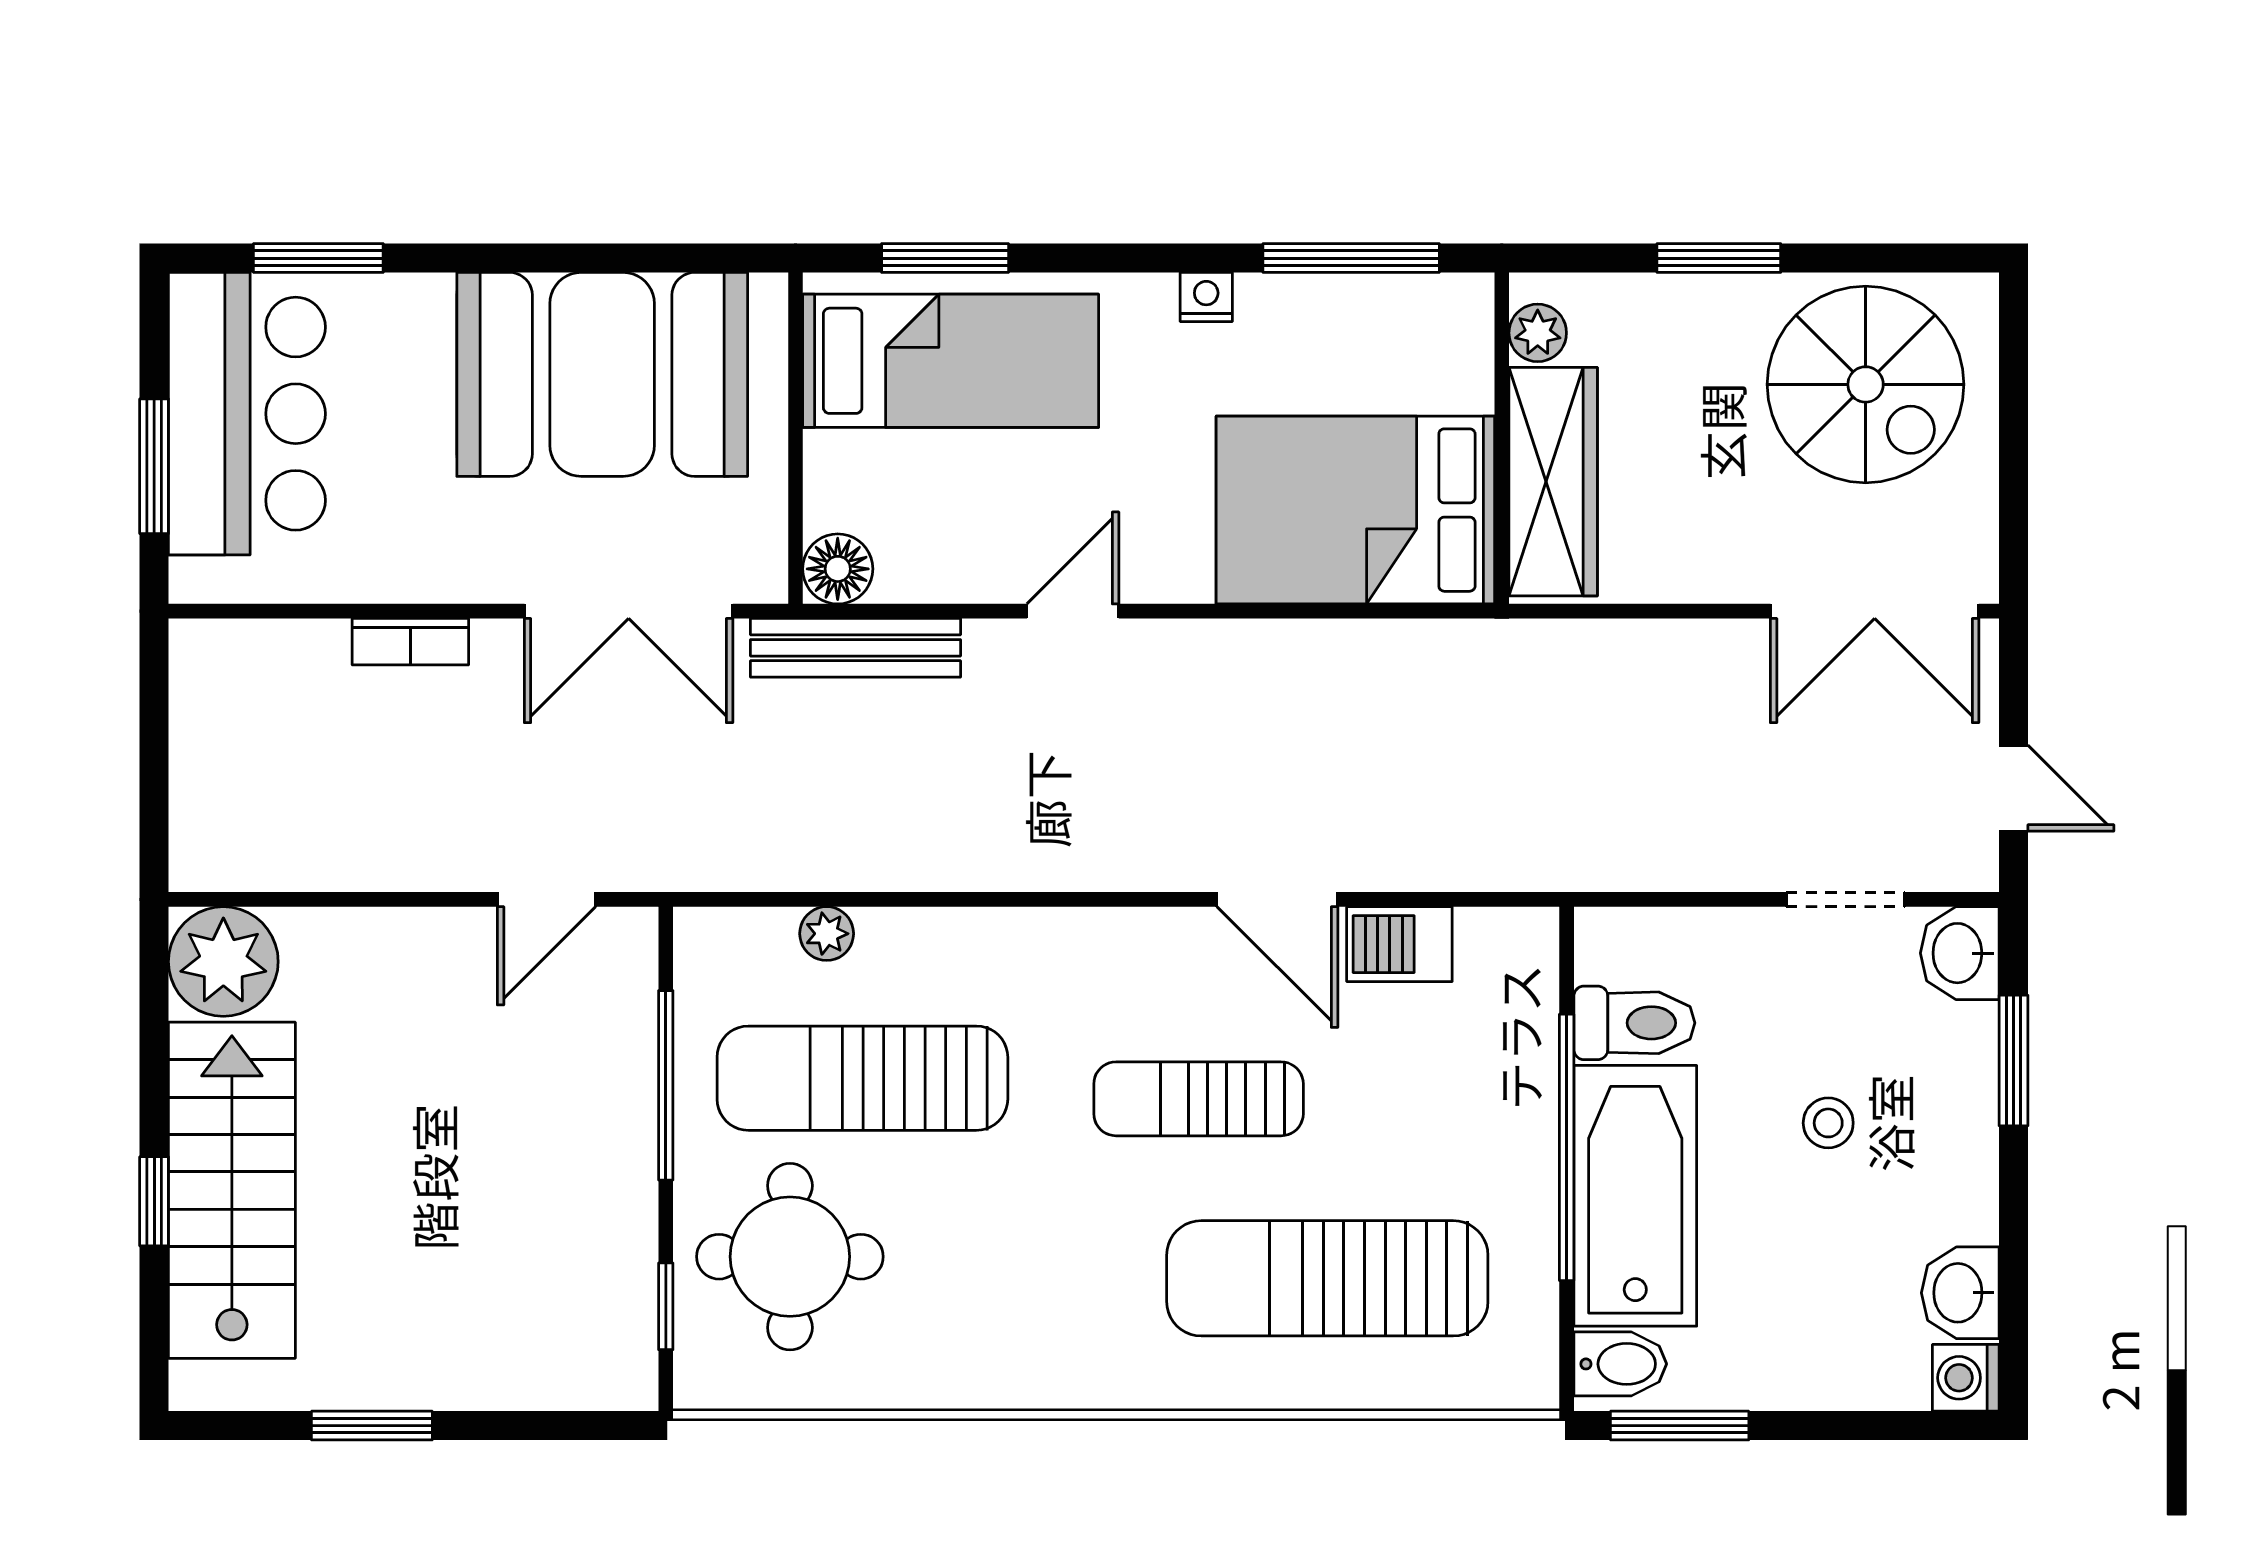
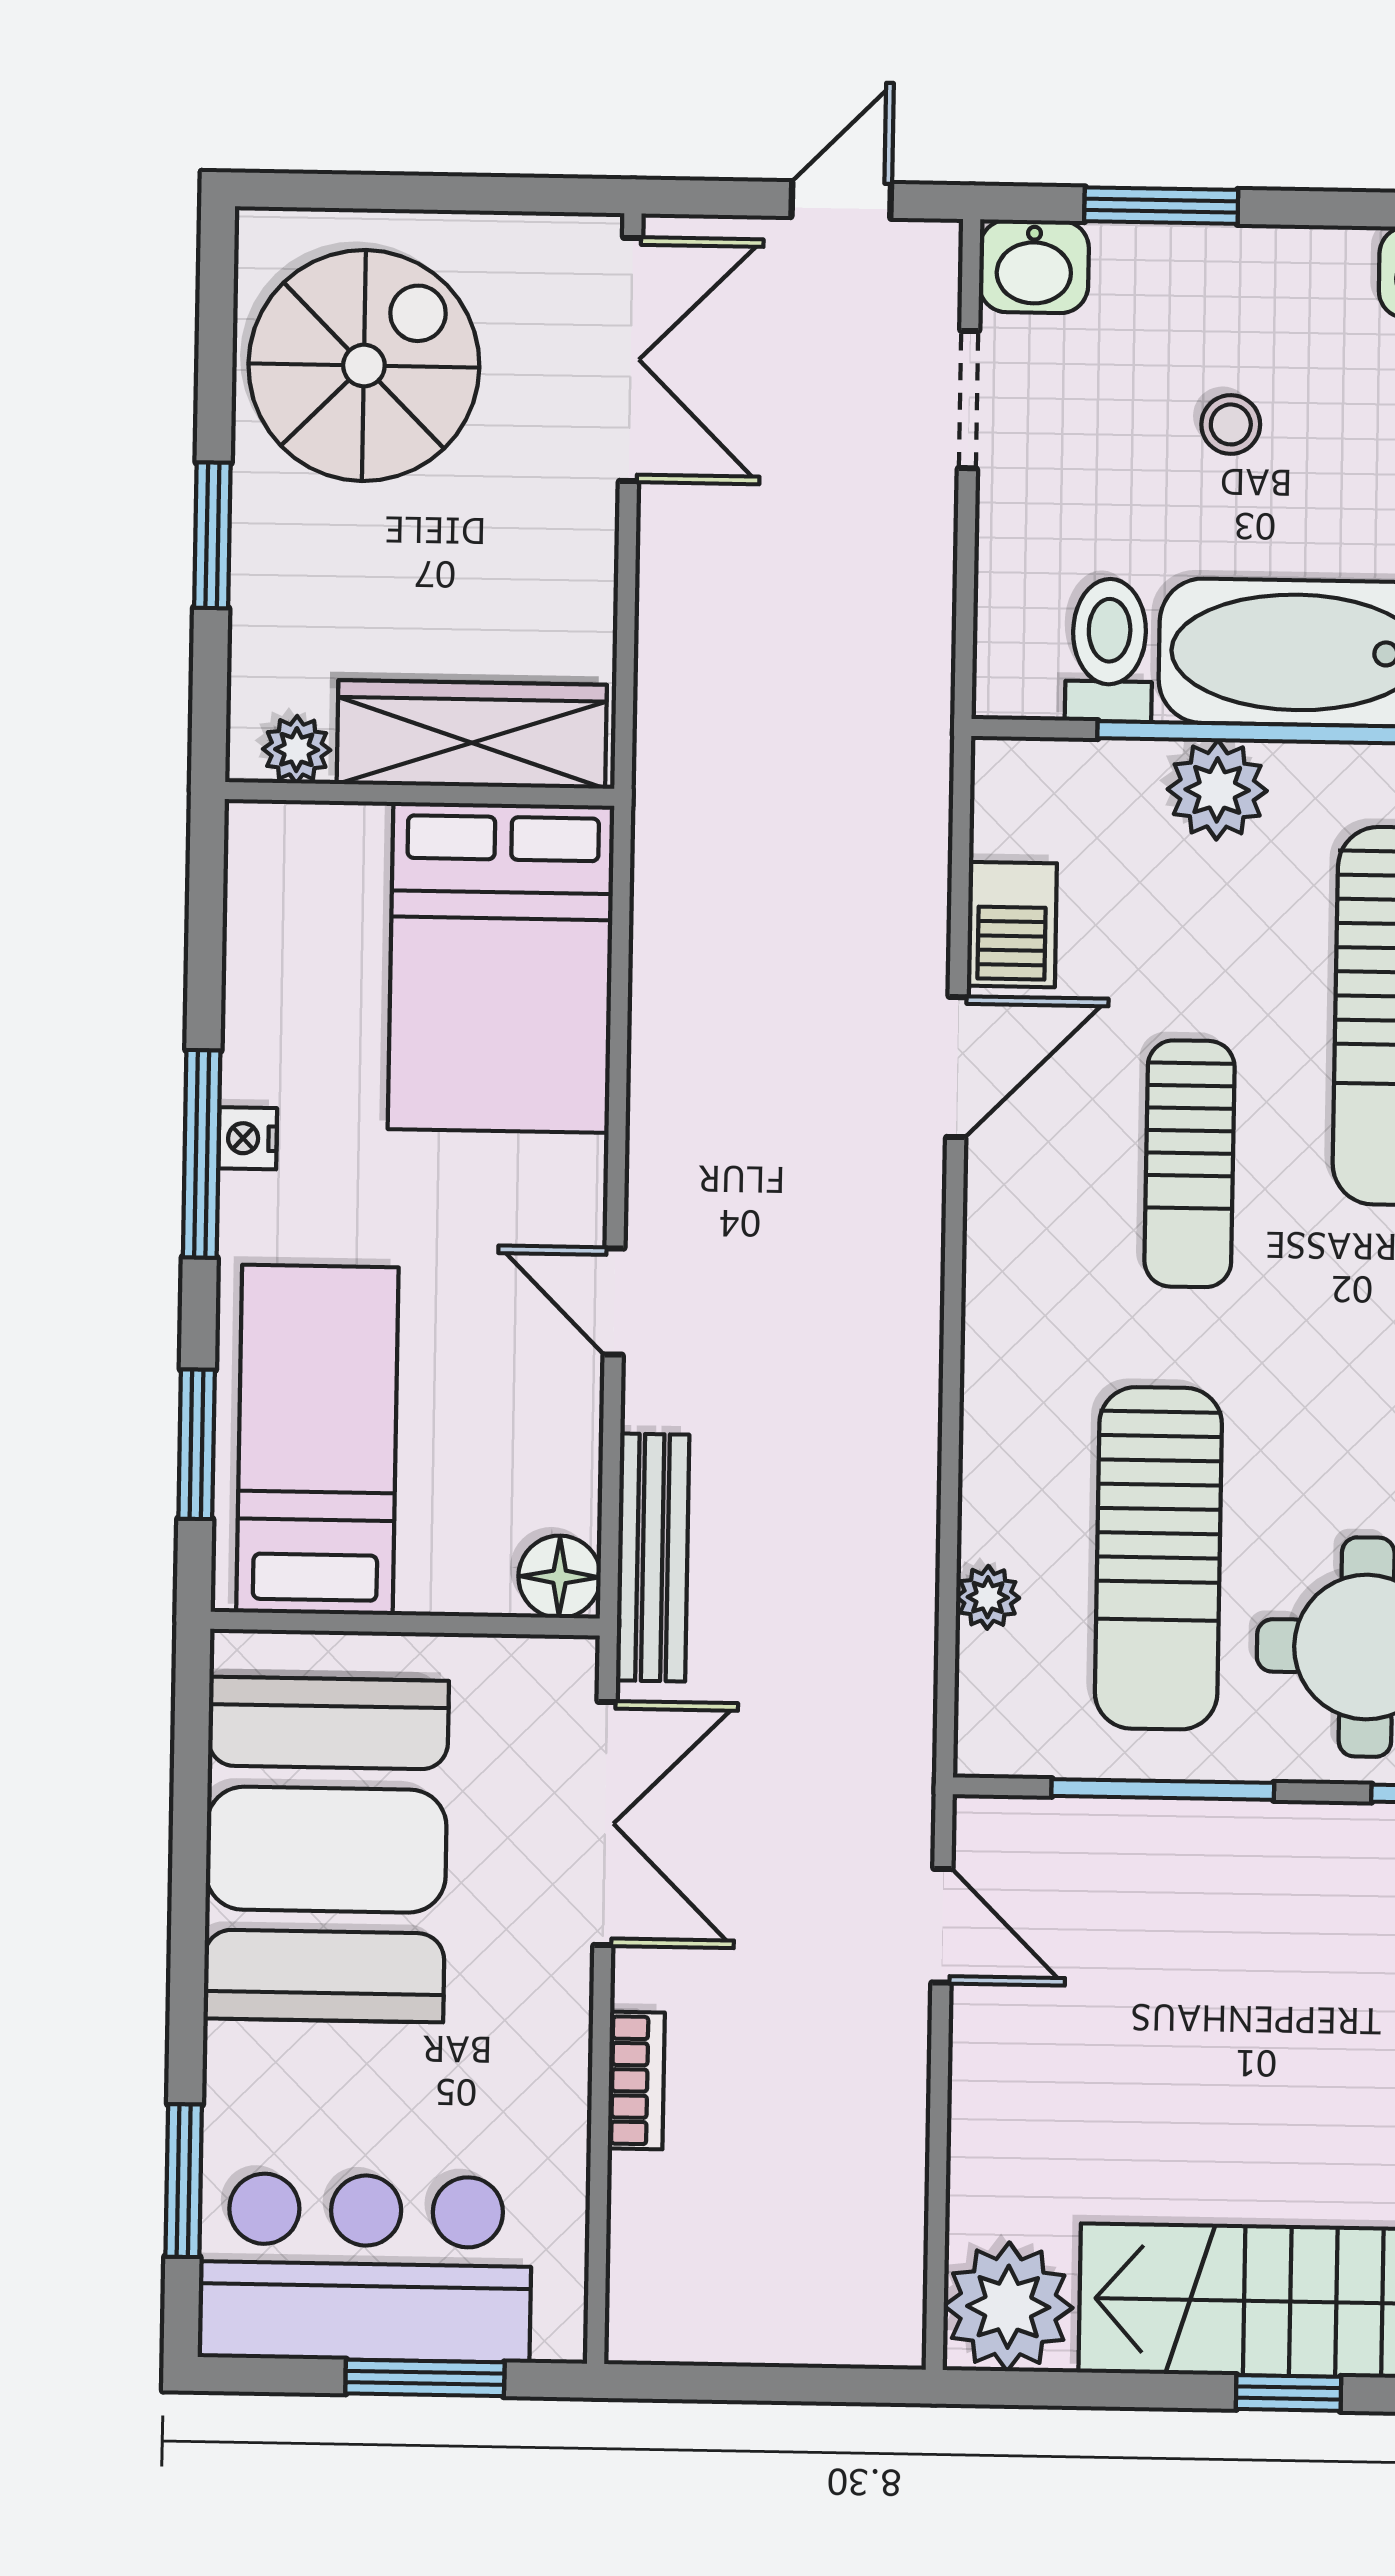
window: (1351, 258) -> (202, 1154), moved
plant: (1517, 1117) -> (1217, 790), added

